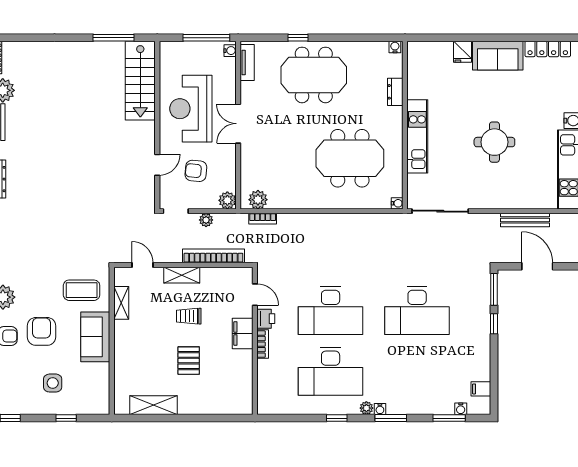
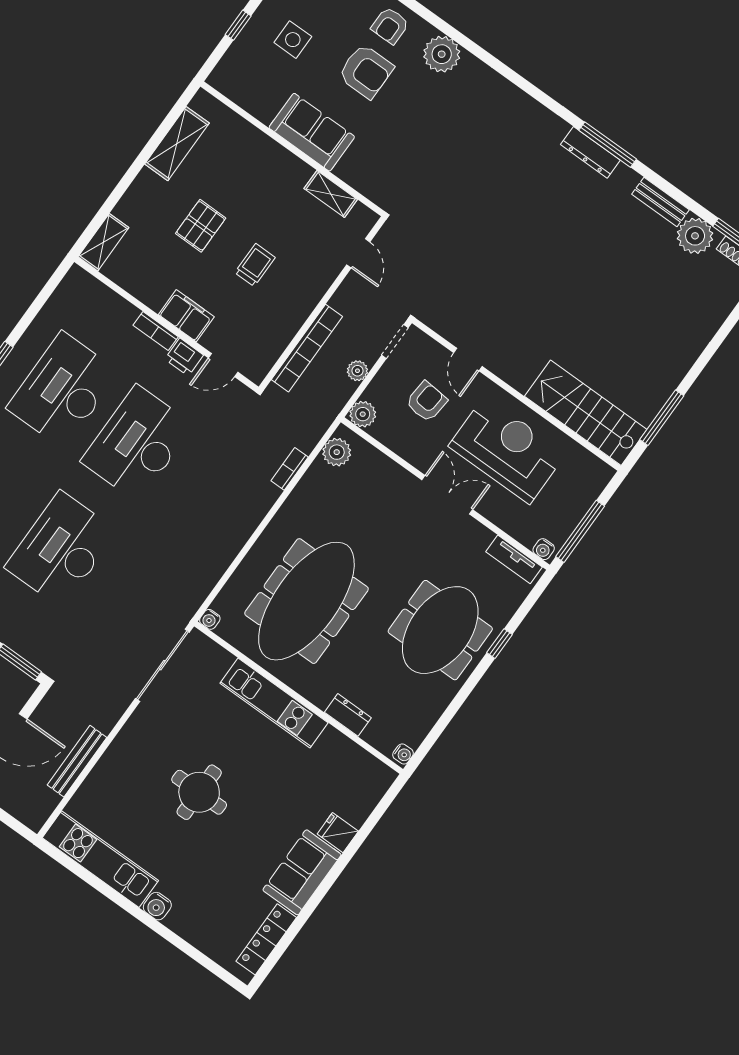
meeting table: (350, 158) -> (306, 601), width x1.36
bookcase: (263, 219) -> (290, 469), moved
door: (142, 265) -> (358, 253), hinge flipped
shelving: (182, 275) -> (103, 242), moved
coffee table: (82, 290) -> (381, 157), removed
pallet: (189, 361) -> (201, 226), turned 90

